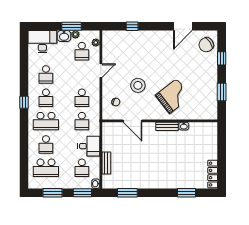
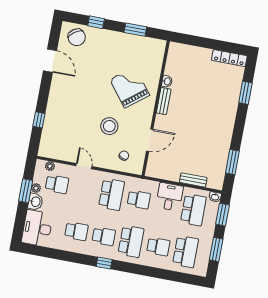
school desk: (82, 98) -> (112, 194), width x1.85
school desk: (82, 168) -> (193, 210), width x1.85

